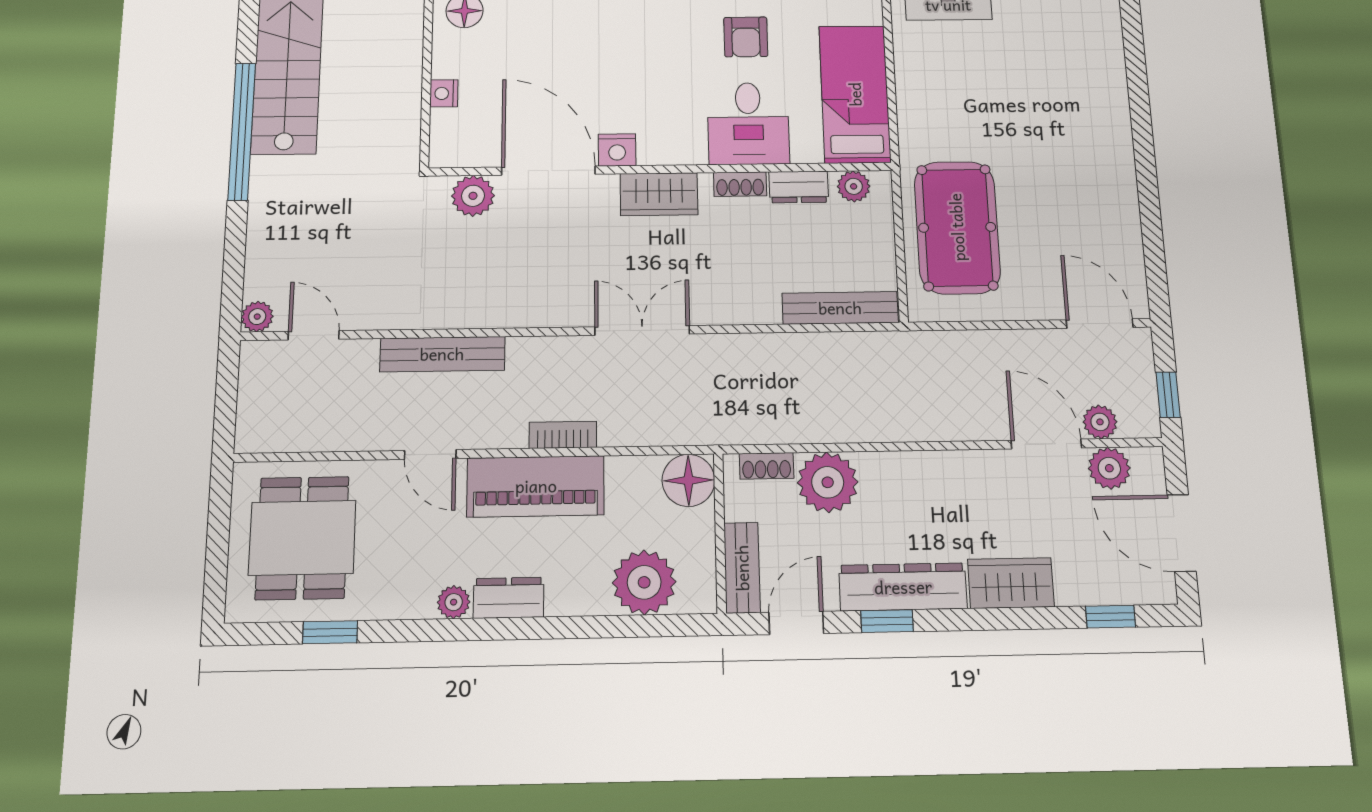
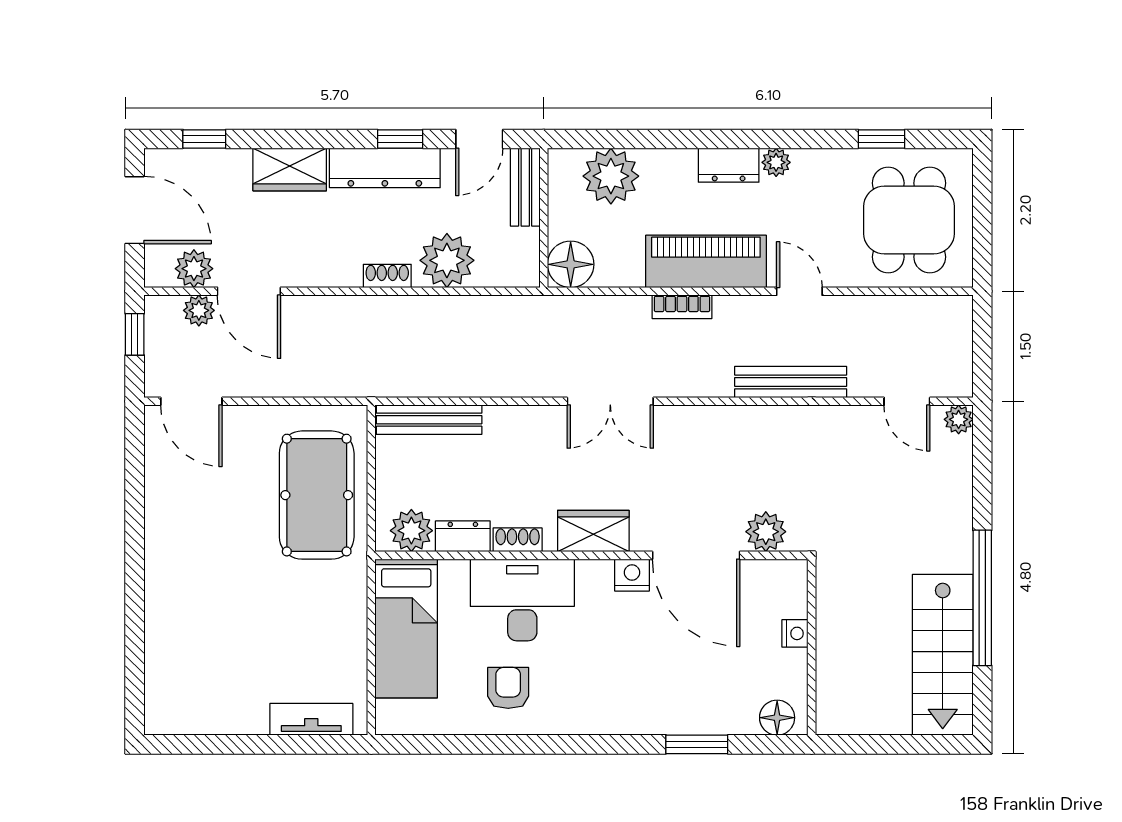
desk: (748, 123) -> (522, 600), width x1.37
plant: (854, 186) -> (411, 531), width x1.38, depth x1.38
shoe rack: (767, 466) -> (387, 276), moved

